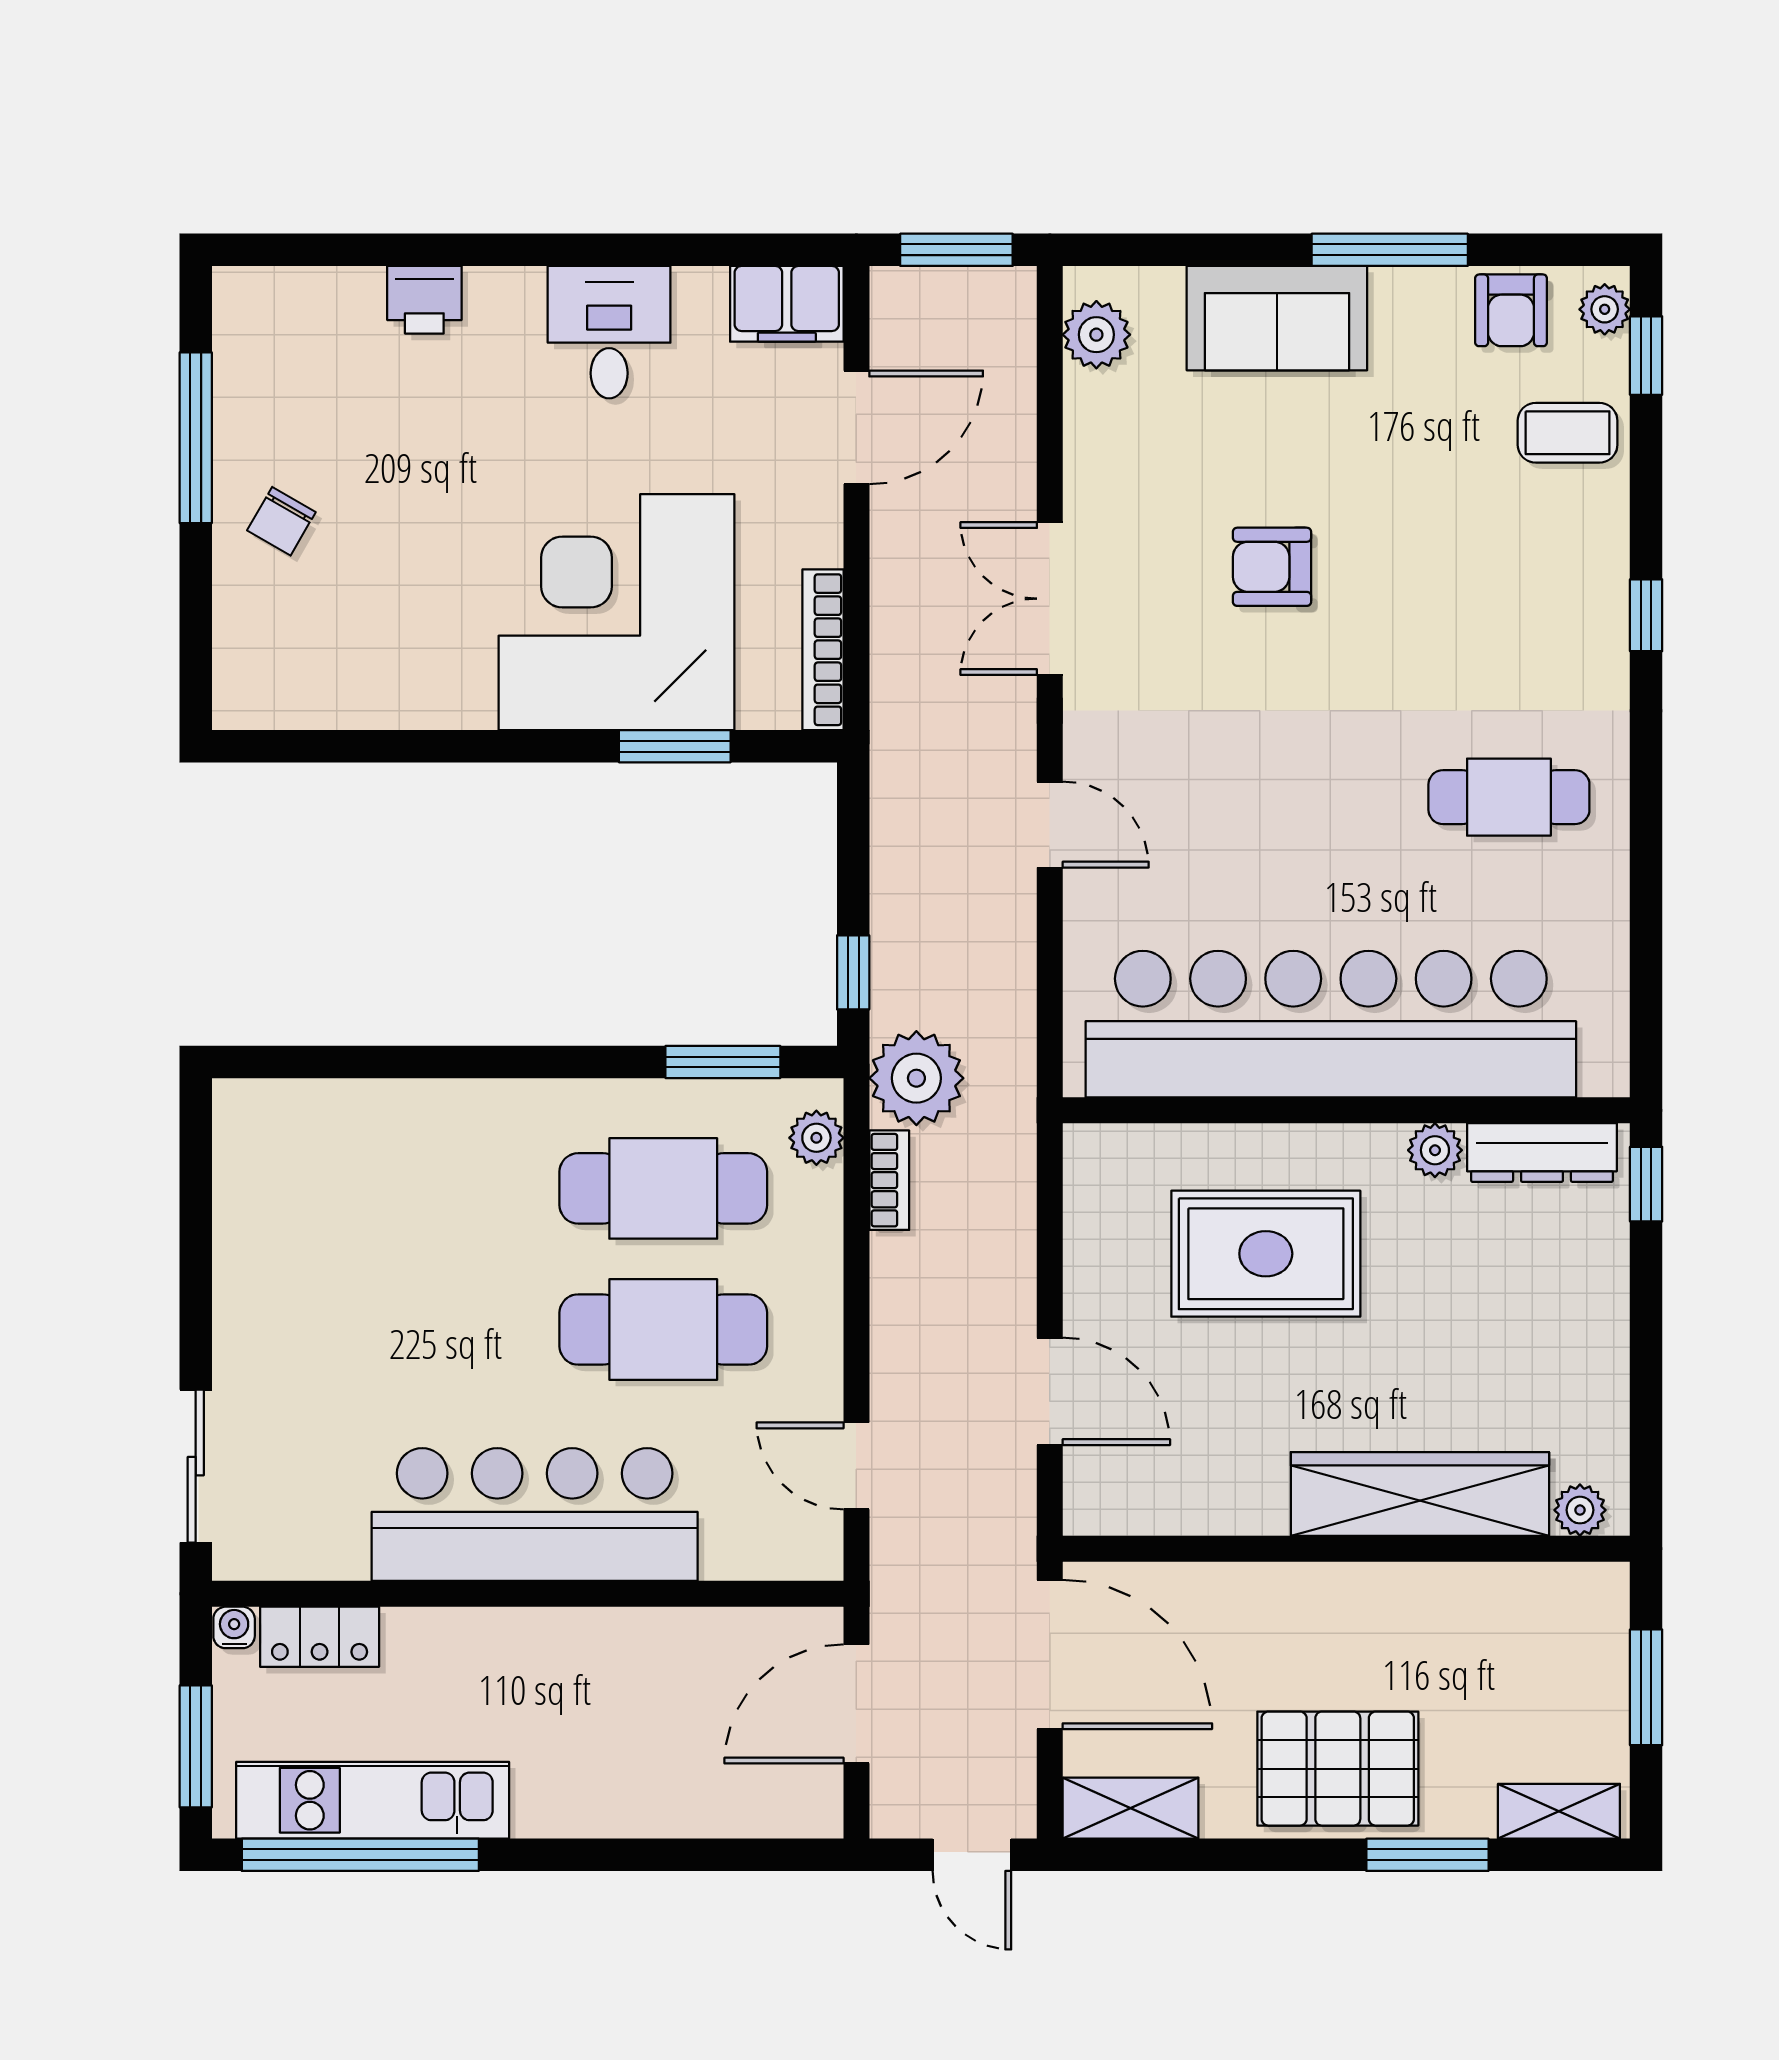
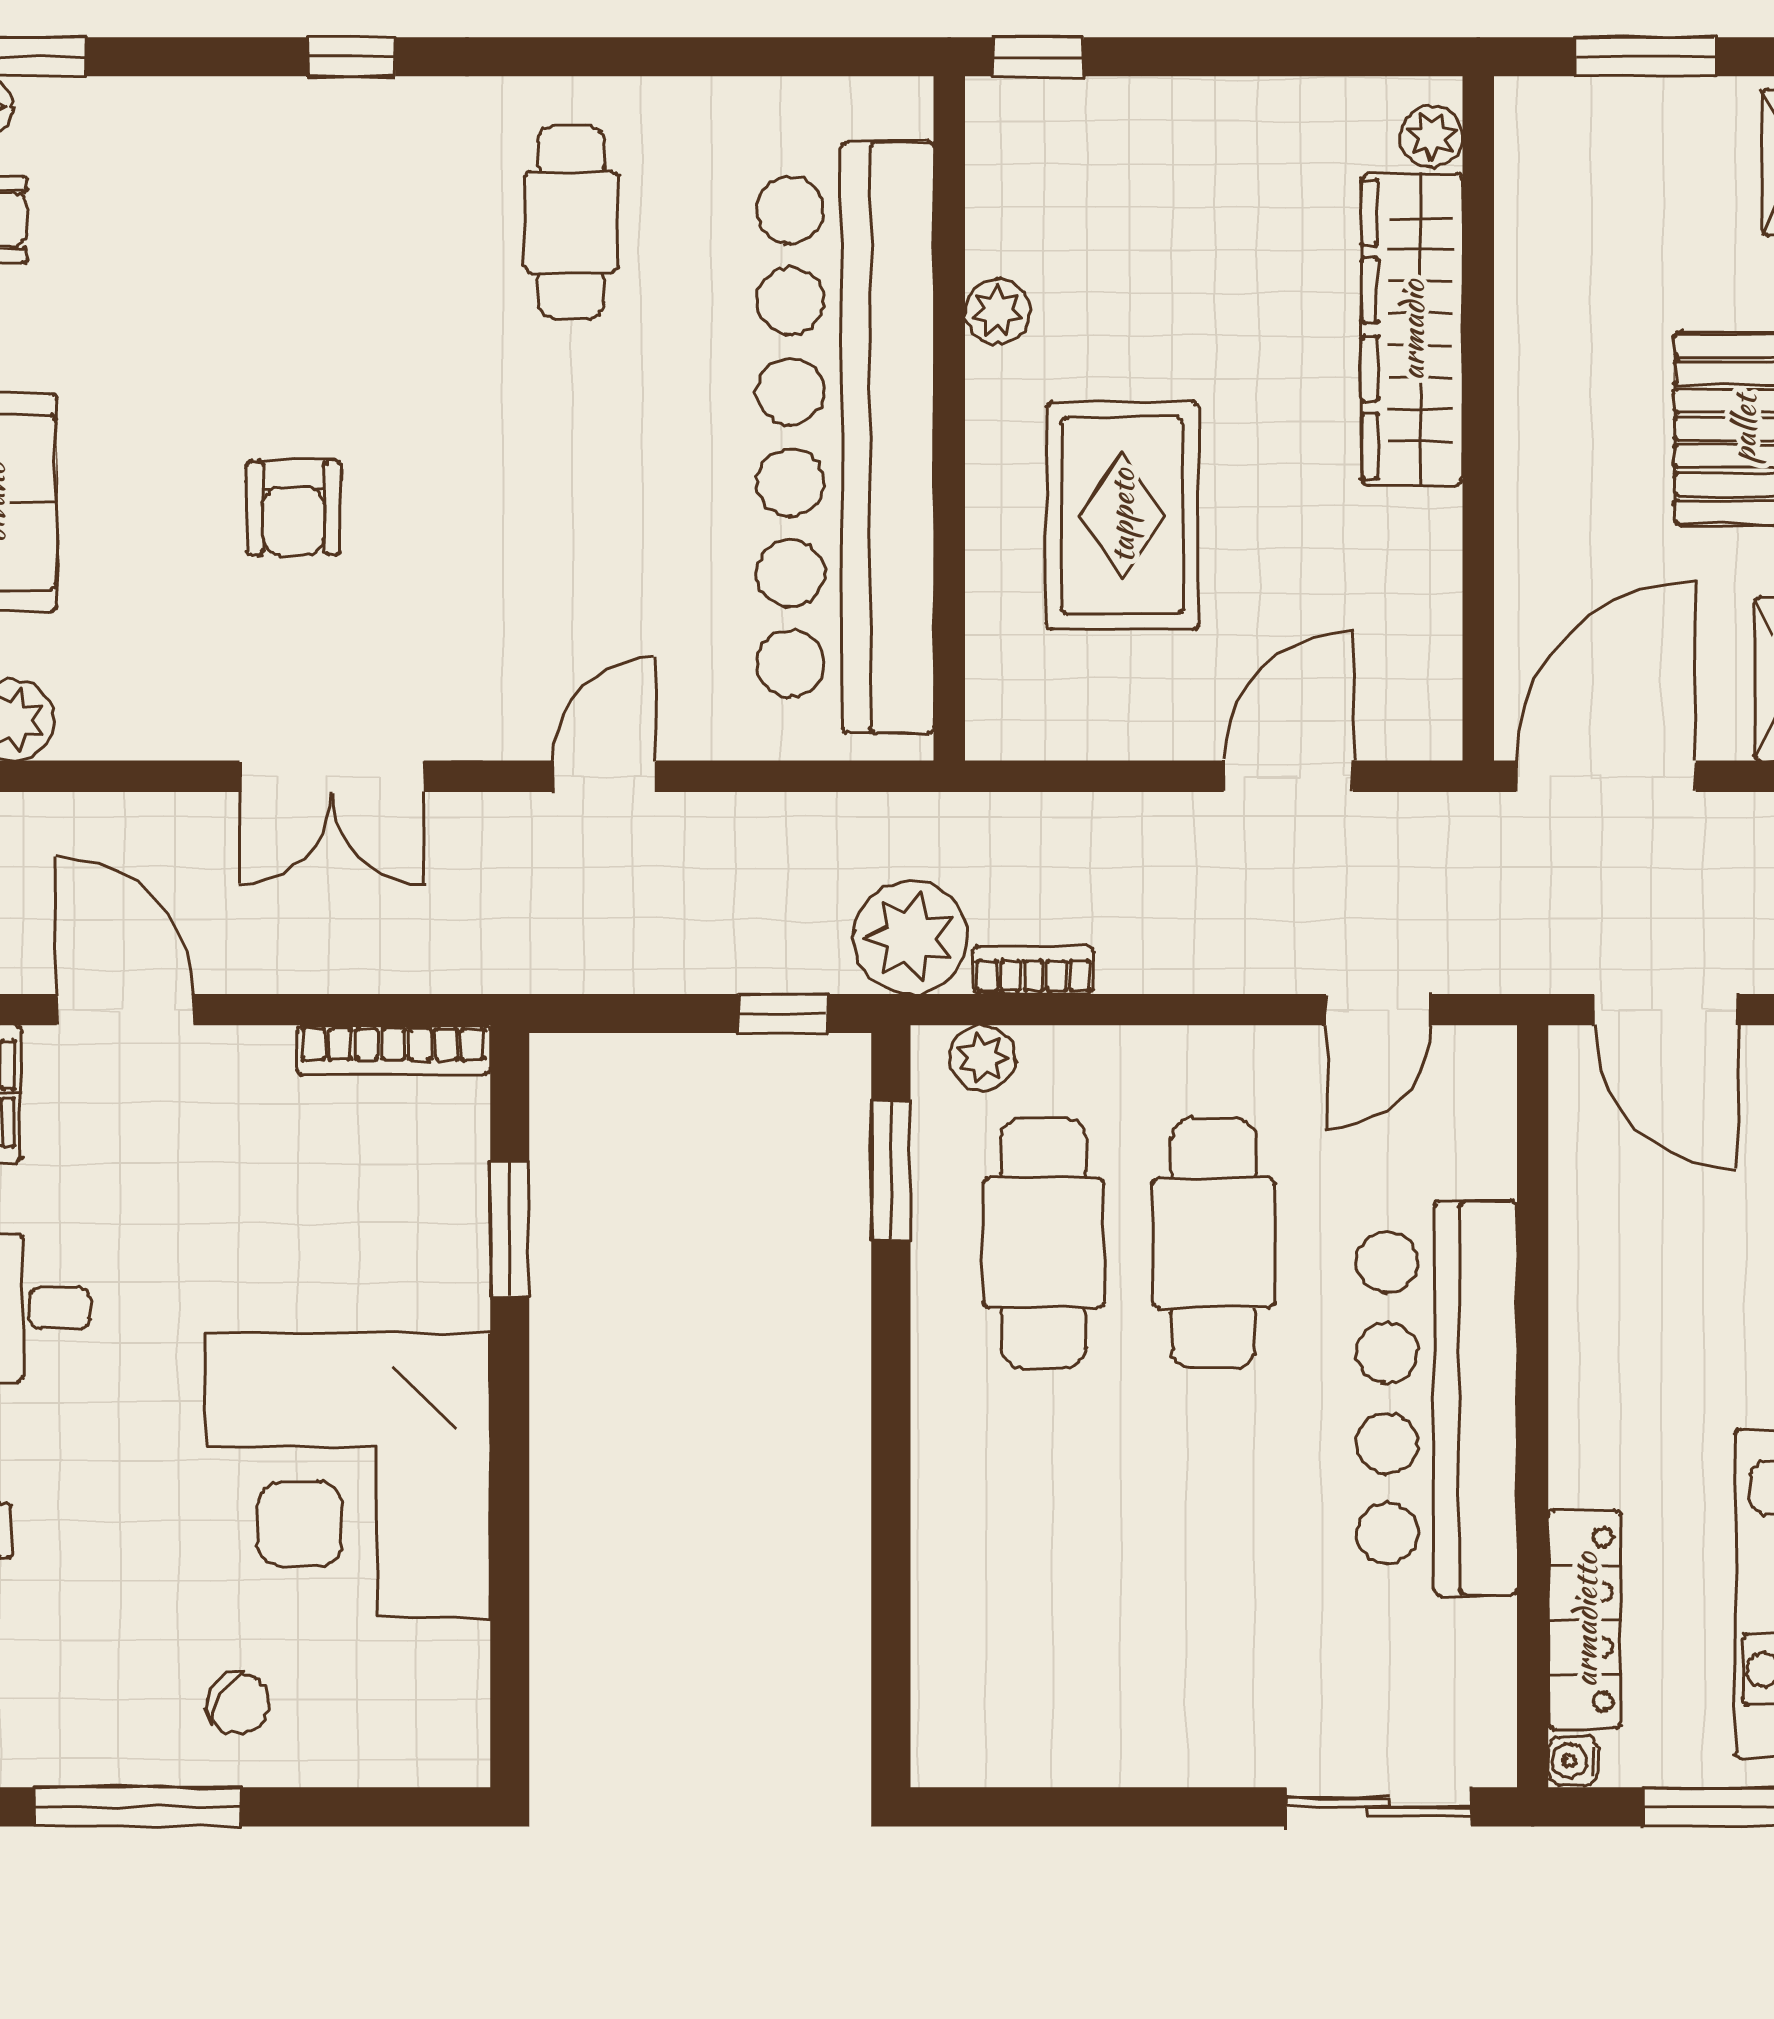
coffee table: (1568, 433) -> (132, 151), removed
corner desk: (617, 612) -> (348, 1475), moved
dresser: (1542, 1153) -> (1000, 182), removed
locker: (320, 1637) -> (1585, 1620), width x1.53

